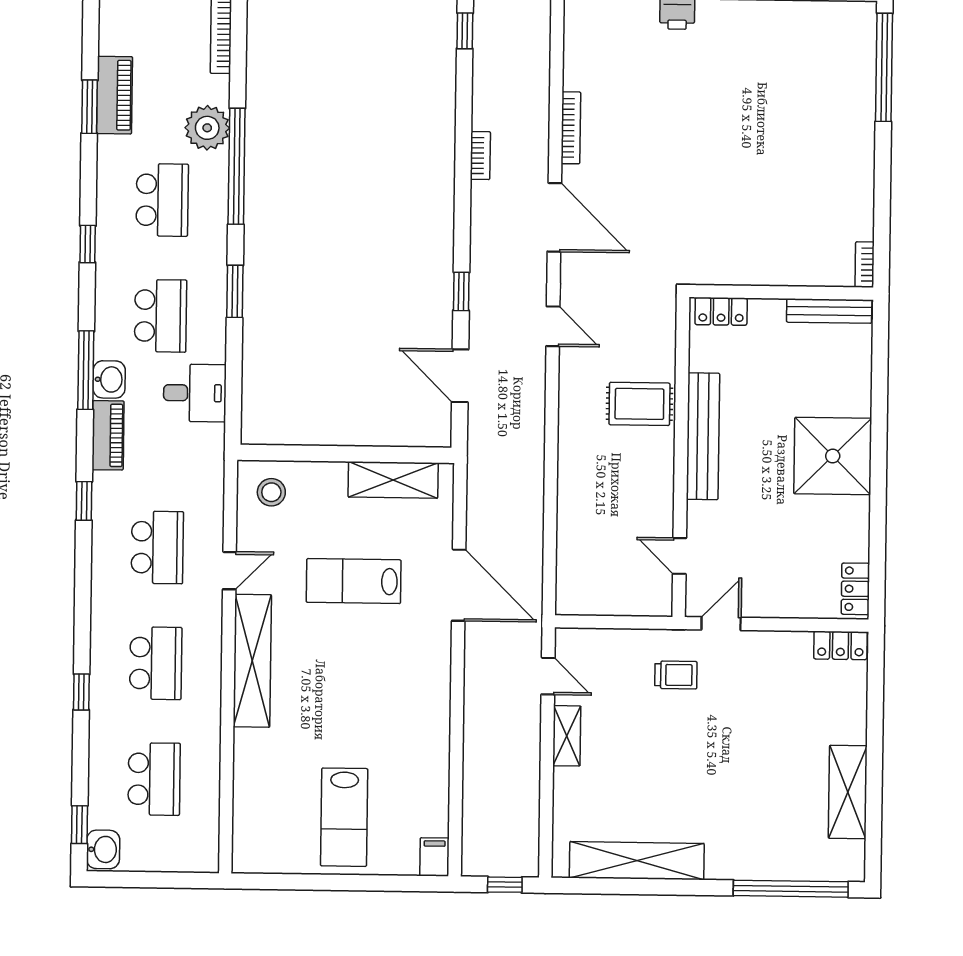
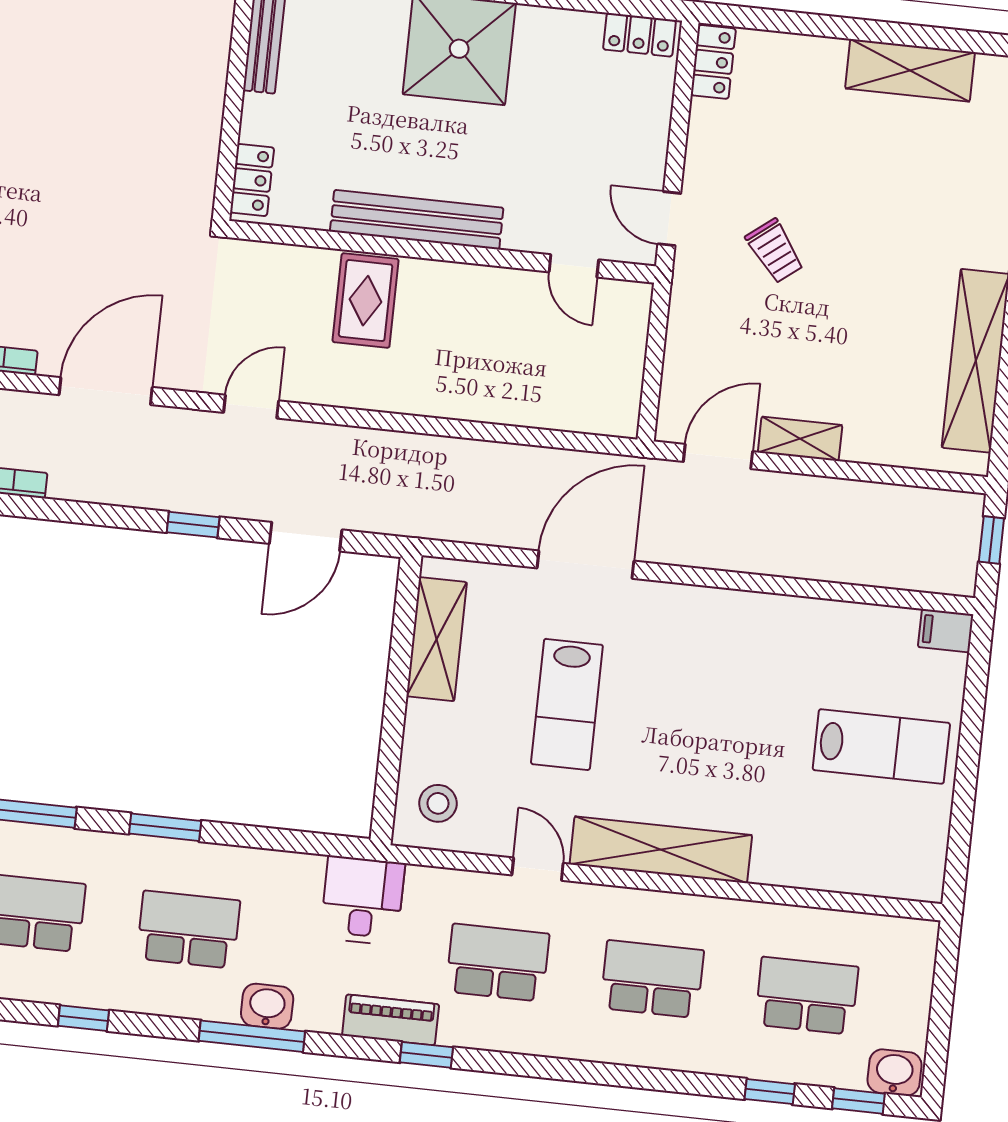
desk: (195, 393) -> (362, 900), moved
piano: (108, 435) -> (391, 1020), moved
door: (679, 556) -> (574, 266), hinge flipped
trolley: (676, 675) -> (775, 251), moved, turned 142
door: (548, 676) -> (718, 456), width x1.38
window: (81, 692) -> (770, 1092), moved

